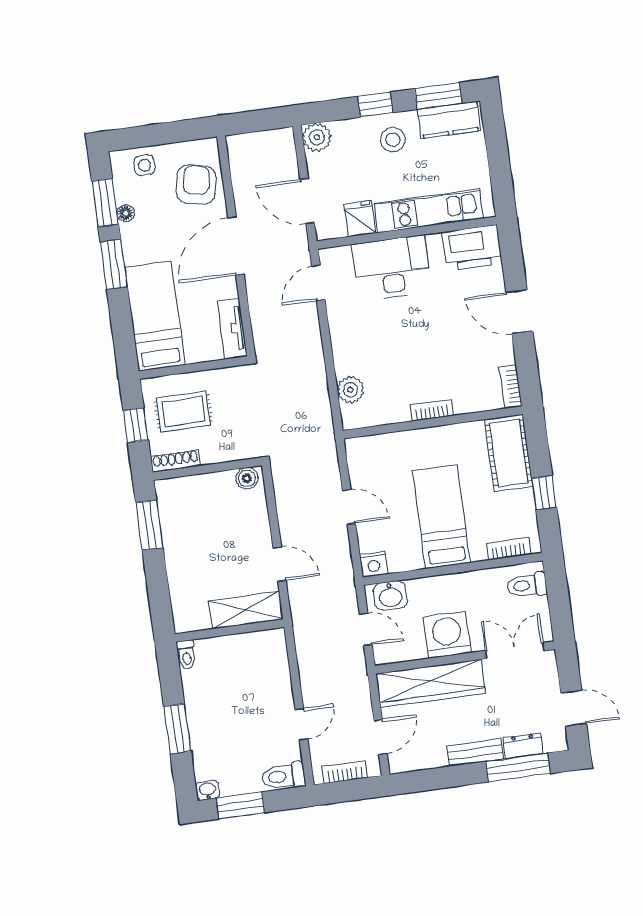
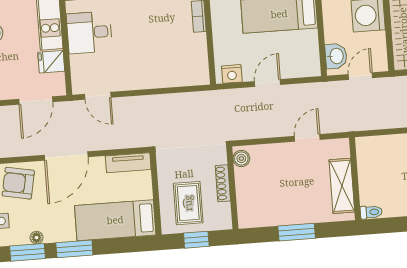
door: (236, 246) -> (66, 156), hinge flipped
desk: (392, 268) -> (89, 32), width x0.73
plant: (350, 390) -> (180, 77), removed
shoe rack: (175, 461) -> (223, 183), moved
window: (149, 525) -> (297, 232), moved
nightstand: (374, 564) -> (232, 74), moved, turned 90
shelving: (246, 610) -> (342, 186), moved

